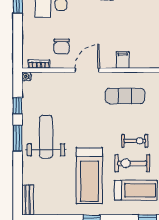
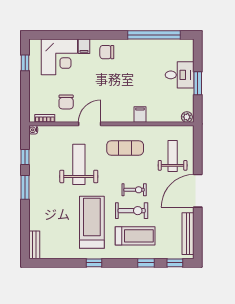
filing cabinet: (123, 60) -> (140, 114), moved
weight bench: (46, 137) -> (79, 164), moved
exercise bike: (132, 163) -> (132, 211), turned 180
treadmill: (89, 176) -> (92, 222), turned 180

